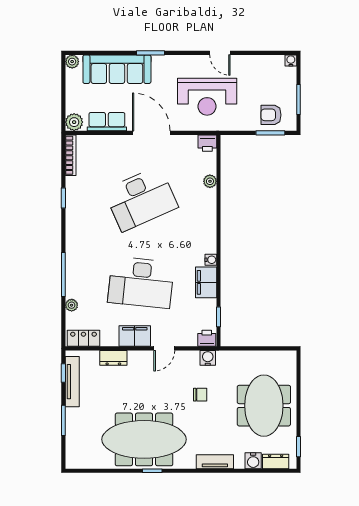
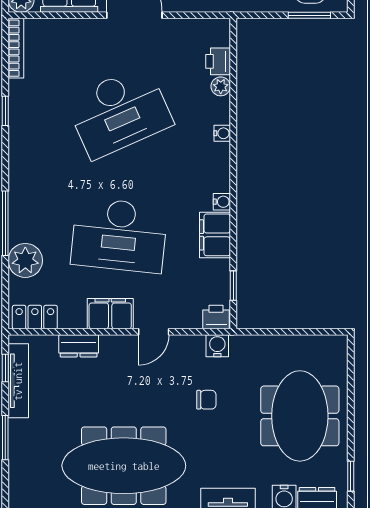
printer: (207, 143) -> (218, 61), moved, turned 90
water cooler: (211, 213) -> (222, 133), added
plant: (72, 305) -> (25, 260), width x1.88, depth x1.88

